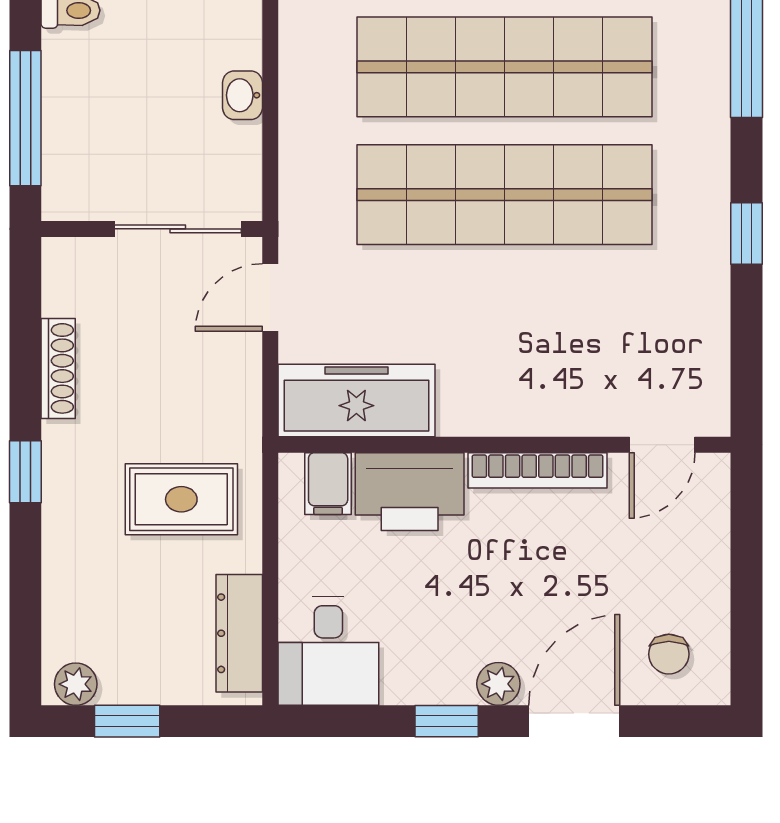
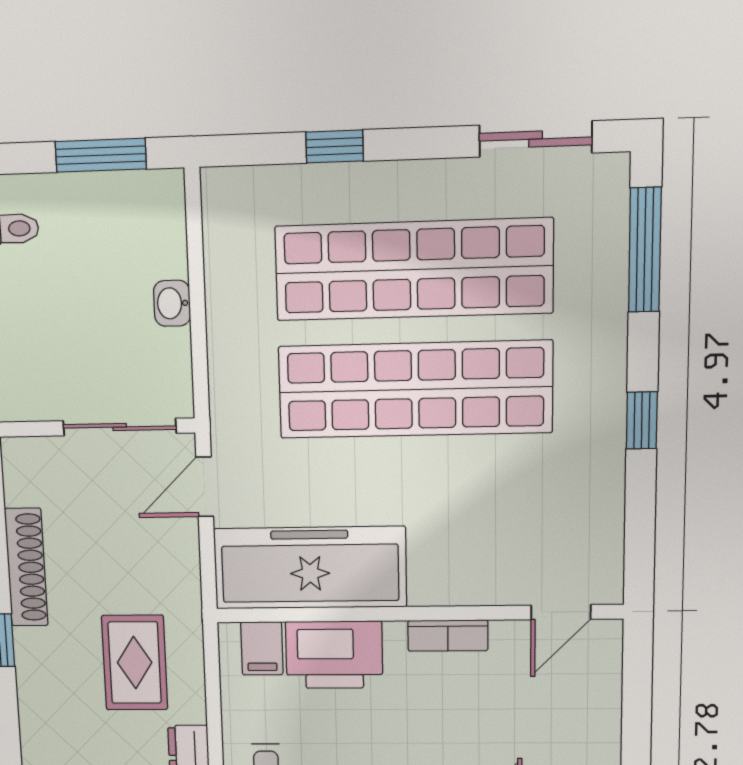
shoe rack: (58, 368) -> (26, 567), width x1.36, depth x1.24
freezer: (356, 400) -> (310, 568), width x1.36, depth x1.26
bookcase: (538, 470) -> (448, 636), width x0.64
rug: (181, 499) -> (135, 663), turned 90

